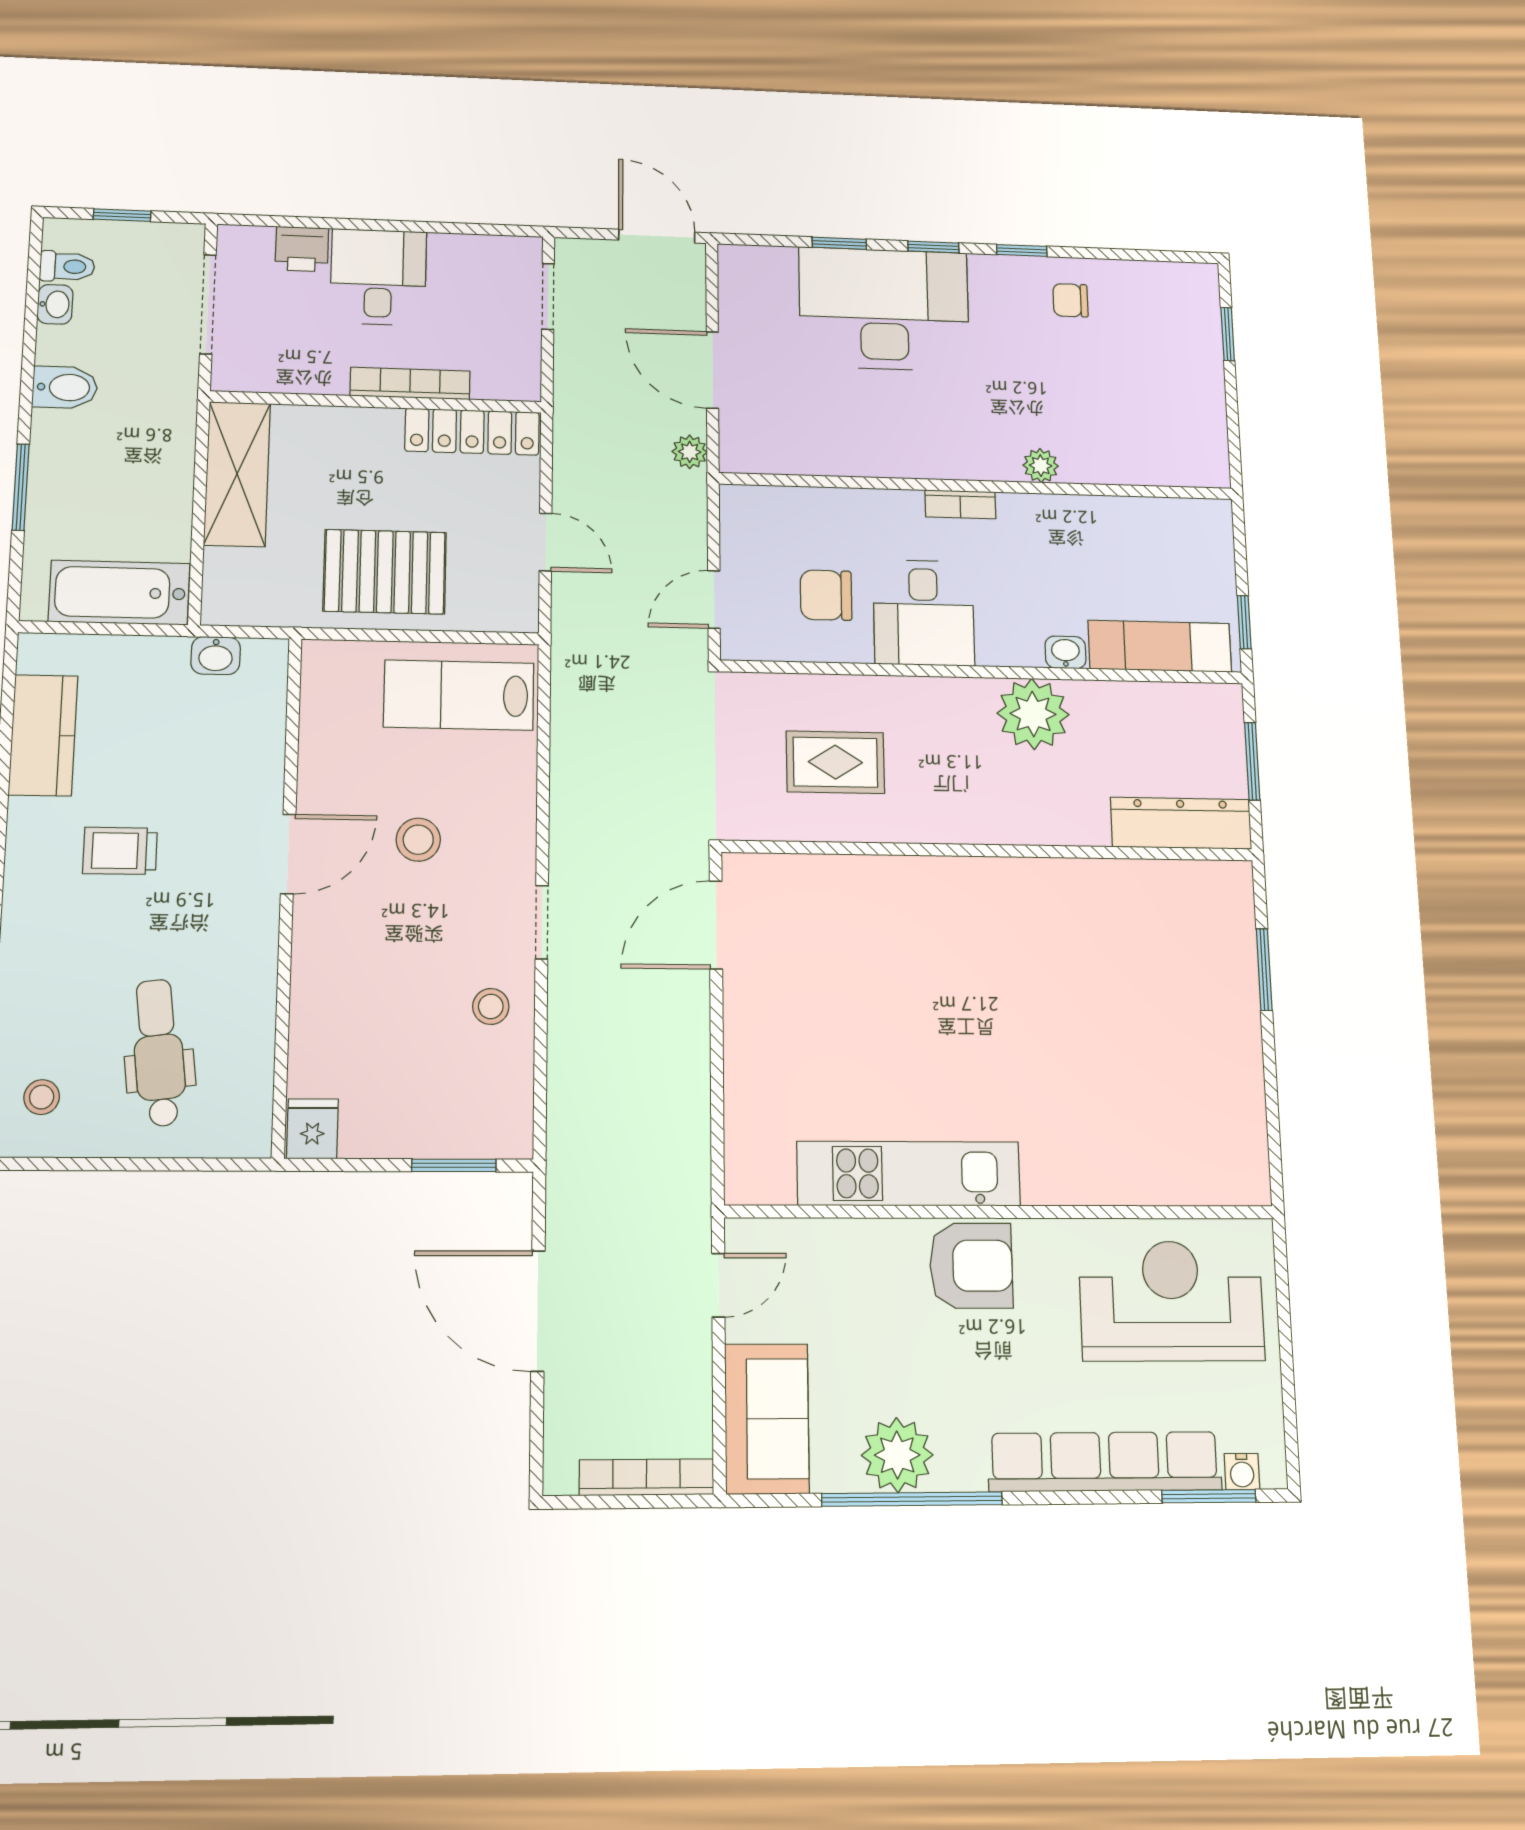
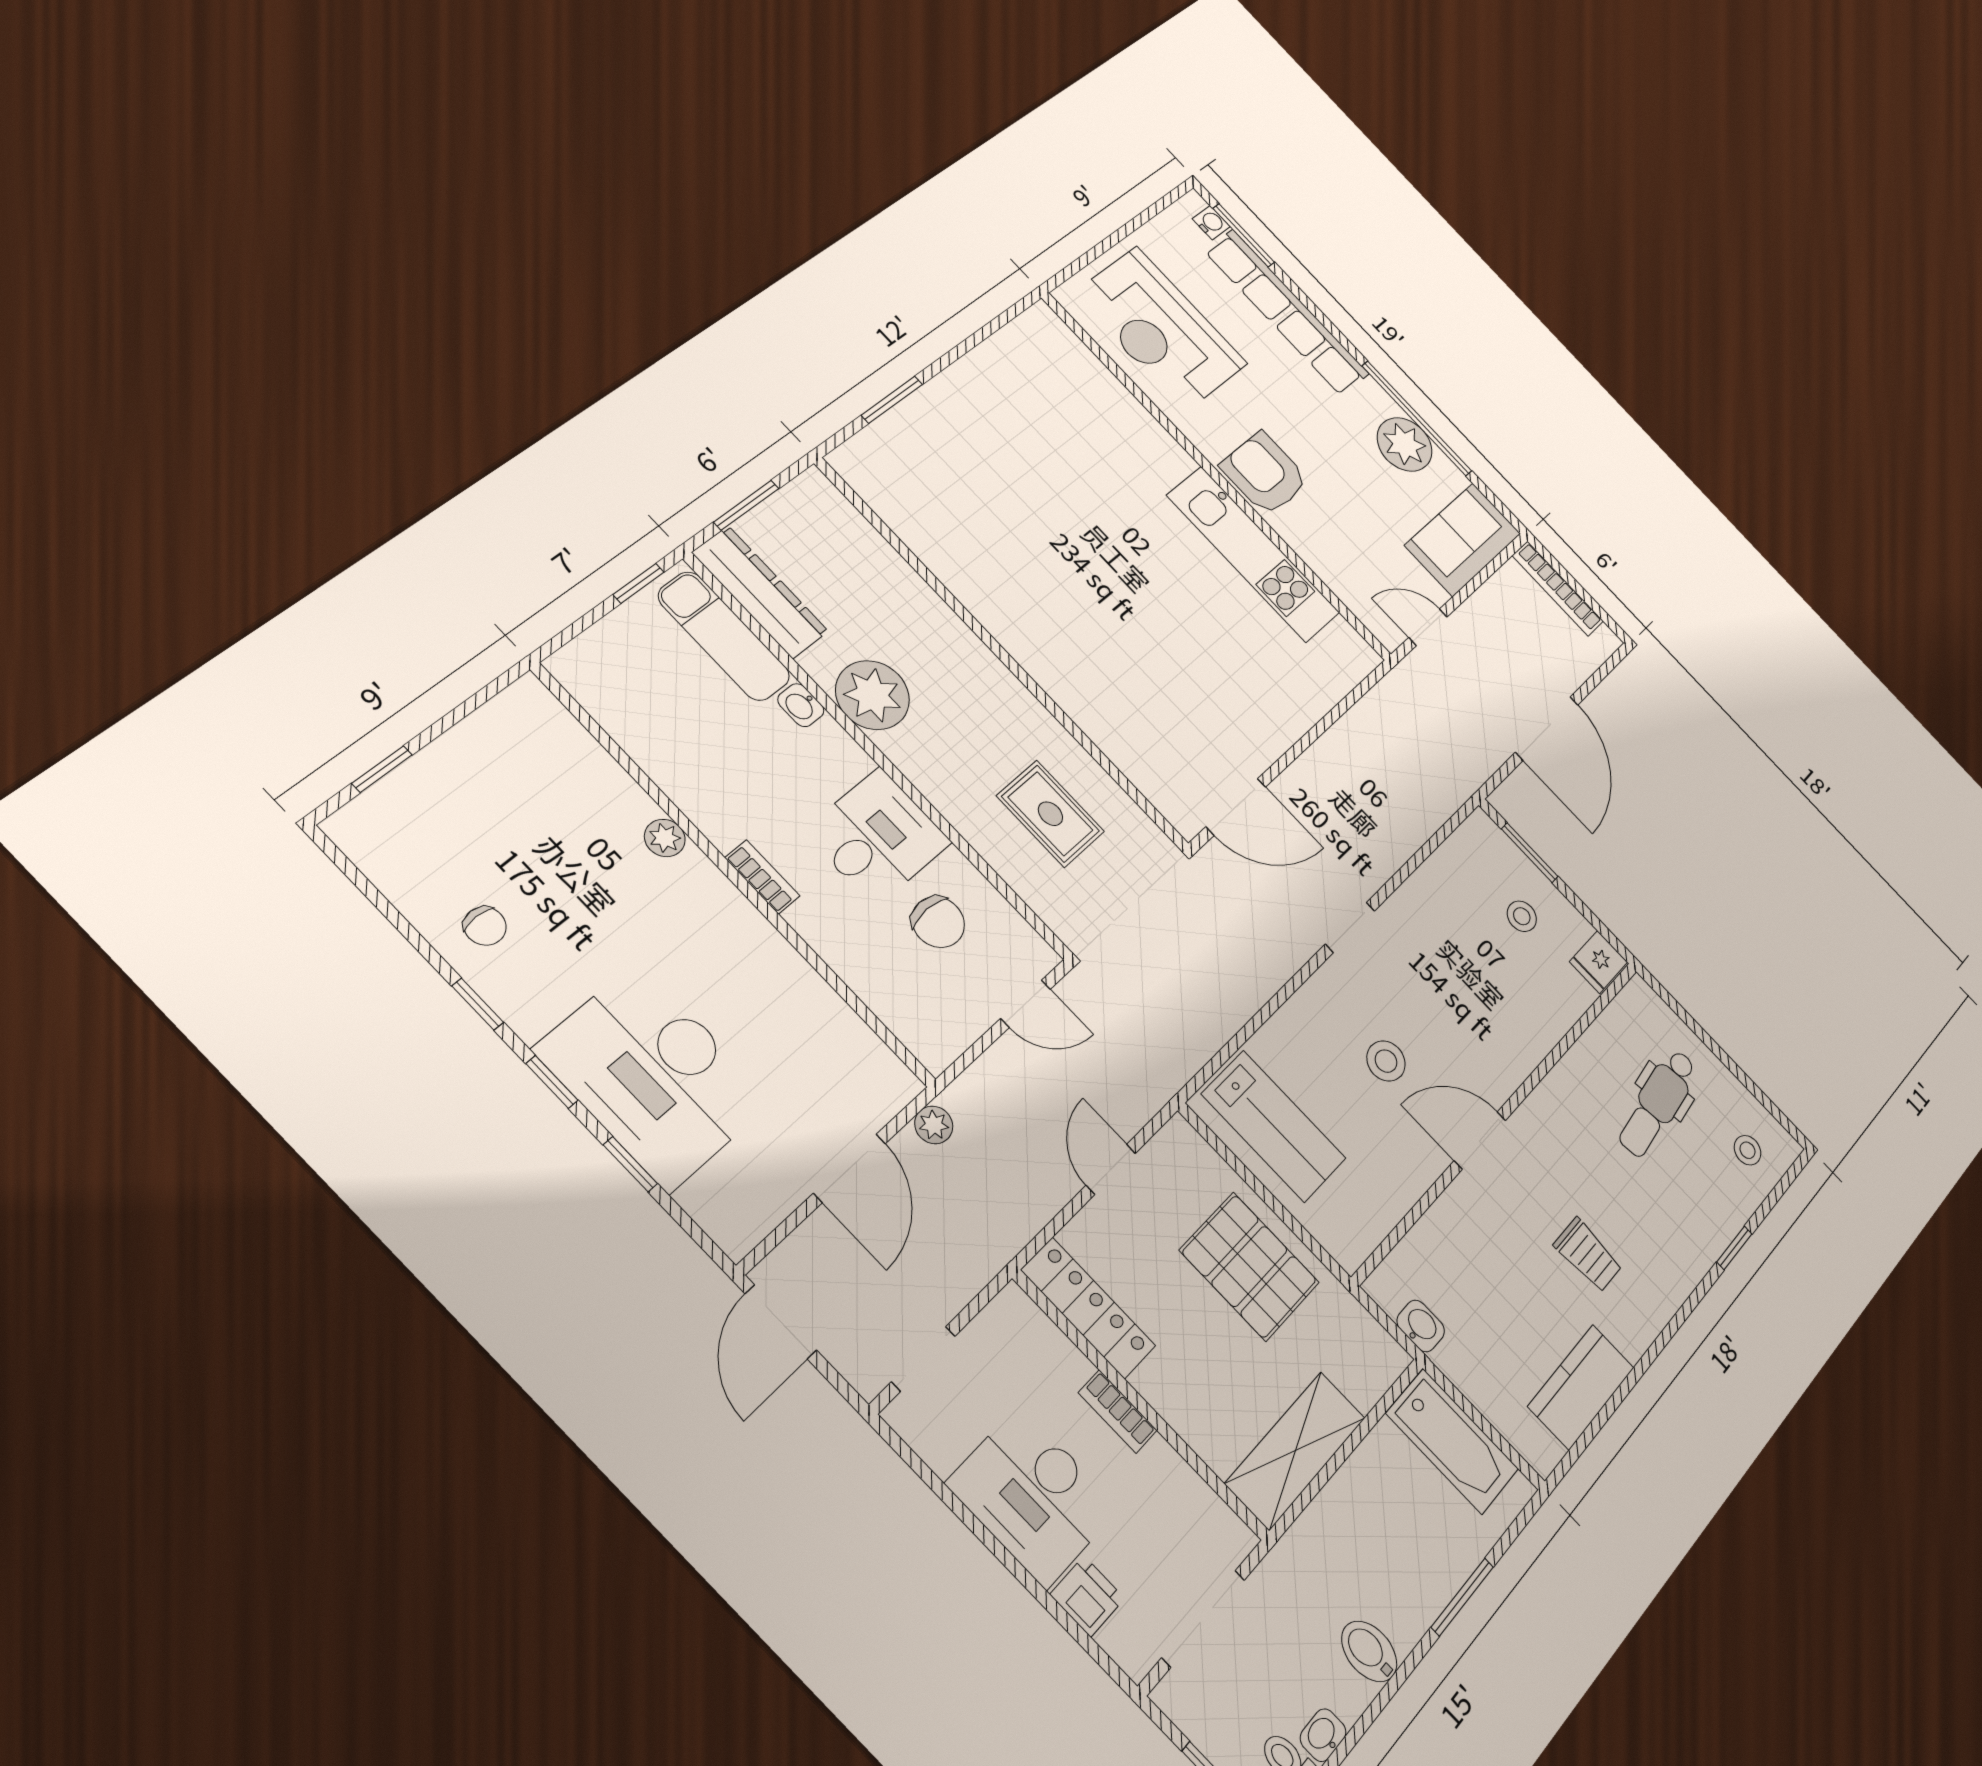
desk: (378, 277) -> (1033, 1496), width x1.37
bookcase: (410, 383) -> (1118, 1411), width x0.64
dresser: (1181, 823) -> (760, 592), moved, turned 180
stool: (491, 1006) -> (1522, 916), moved

